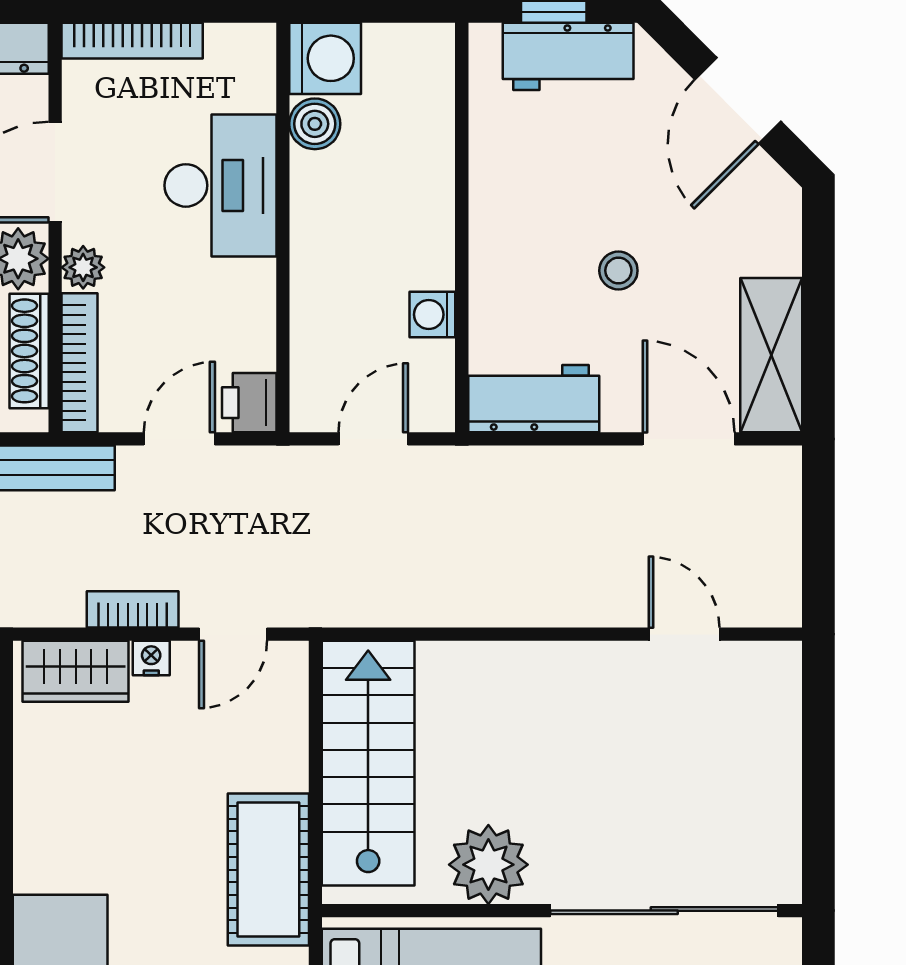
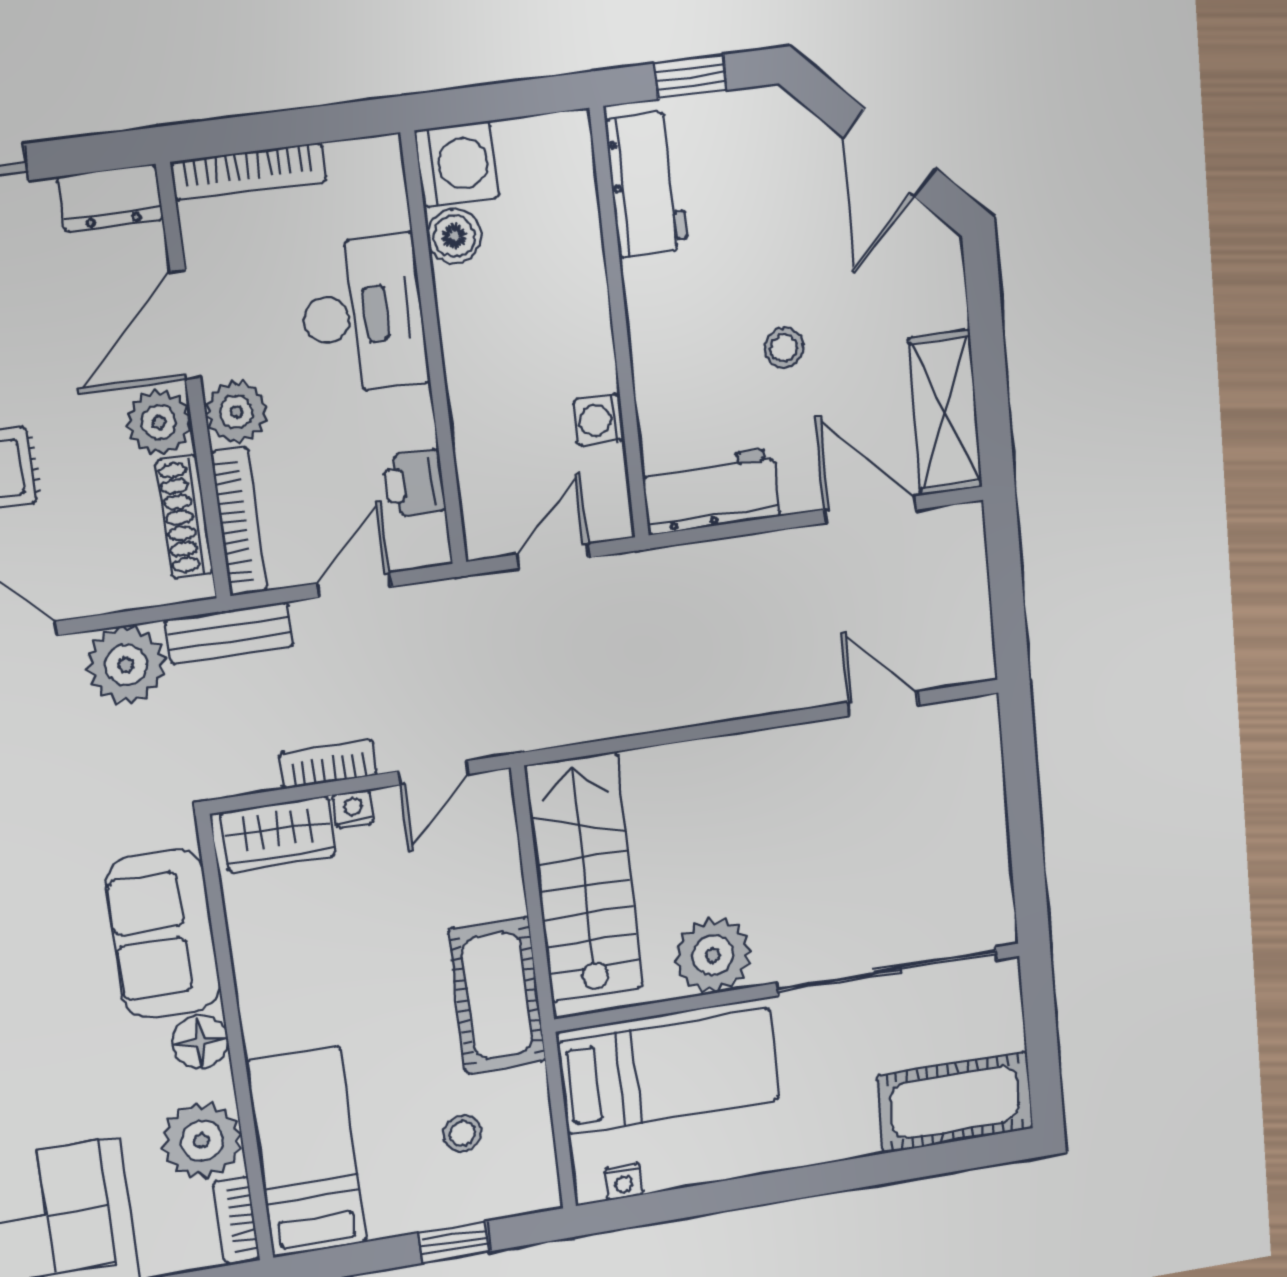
workbench: (568, 56) -> (647, 185), moved, turned -90
plant: (83, 267) -> (236, 412), width x1.38, depth x1.38
printer: (249, 403) -> (414, 483), moved

